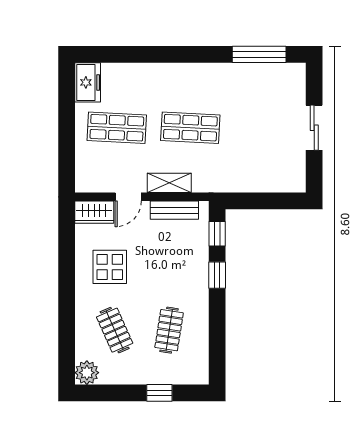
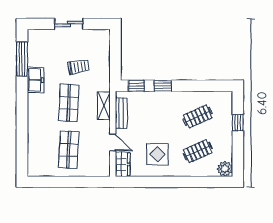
freezer: (88, 82) -> (35, 80), moved, turned 90
trolley: (247, 143) -> (79, 67), added
shelving: (169, 183) -> (104, 106), moved
clothes rail: (169, 330) -> (198, 116), turned -33

